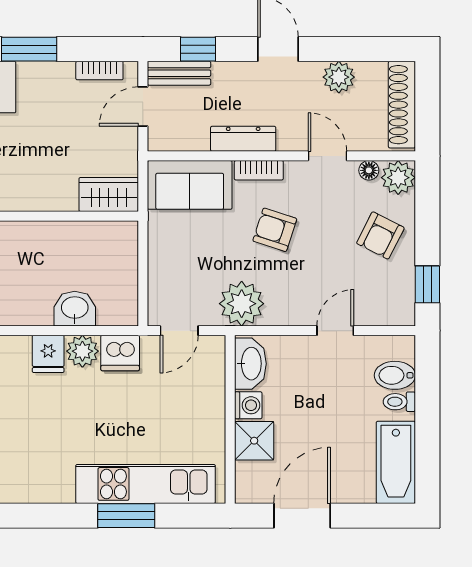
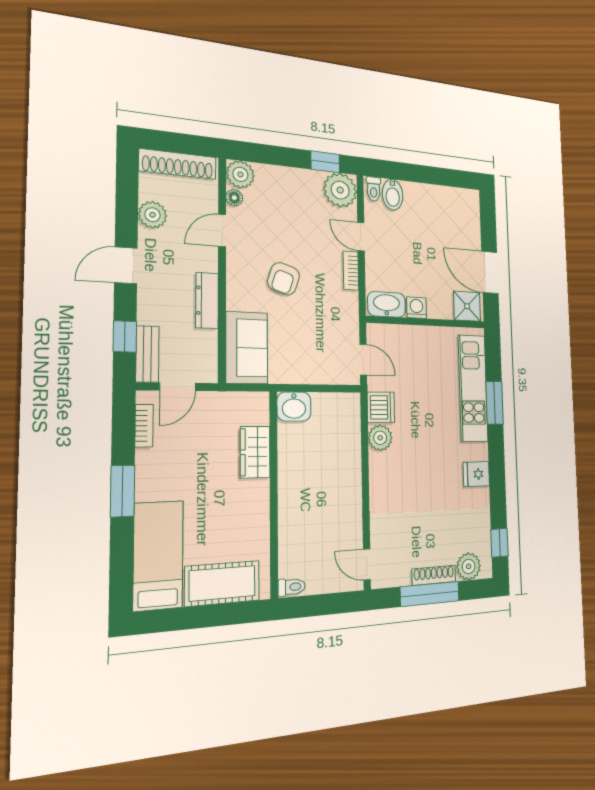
door: (143, 106) -> (178, 387), hinge flipped
bookcase: (259, 170) -> (351, 271), moved, turned 180
wardrobe: (109, 194) -> (255, 452), moved
armchair: (380, 235) -> (287, 194), removed
plant: (242, 304) -> (340, 190), moved
washbasin: (75, 309) -> (294, 407), moved, turned -90
fridge: (48, 354) -> (476, 474), moved, turned 180
toilet: (399, 402) -> (374, 189), moved
shower: (254, 441) -> (467, 306), moved
bathtub: (396, 462) -> (453, 201), removed

